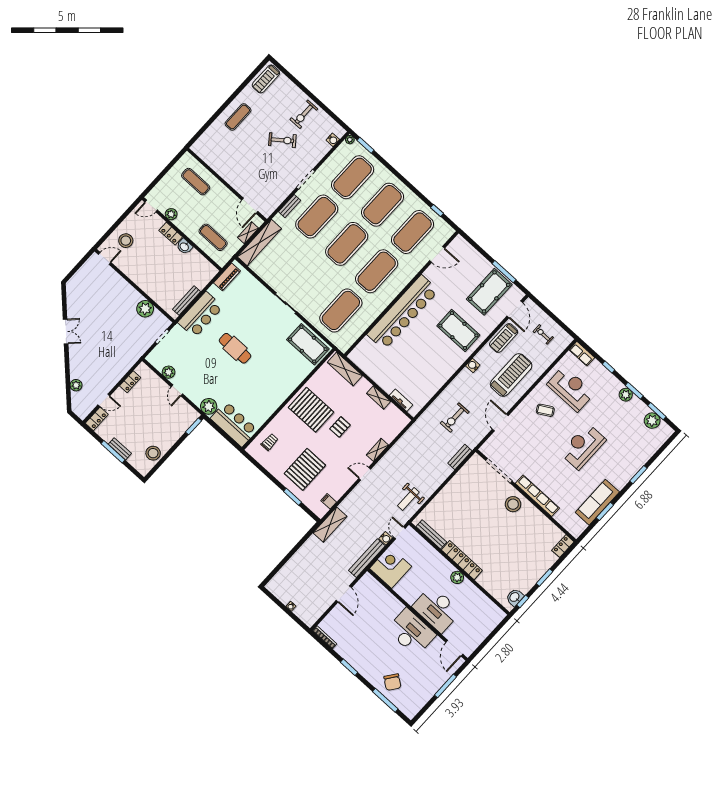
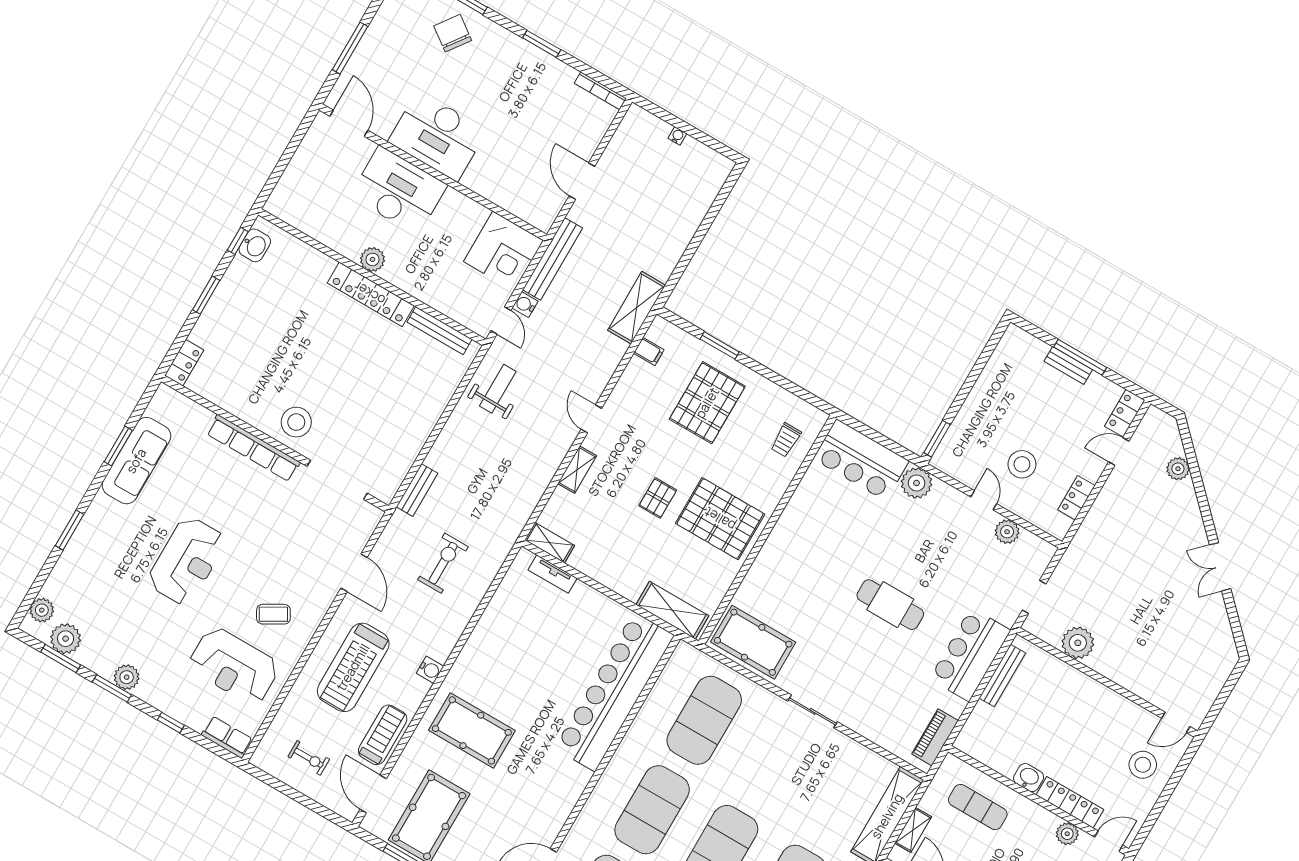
locker: (171, 234) -> (1070, 802), width x1.53
bar counter: (403, 312) -> (614, 692), moved
shelving: (379, 397) -> (550, 543), moved
plant: (661, 437) -> (42, 610), added
stool: (153, 453) -> (1022, 464), moved
door: (365, 474) -> (591, 419), swing flipped

